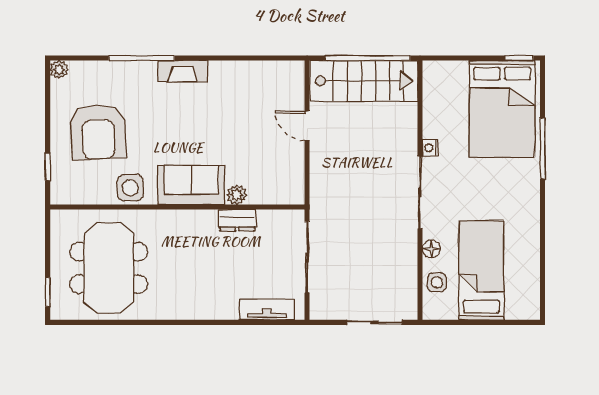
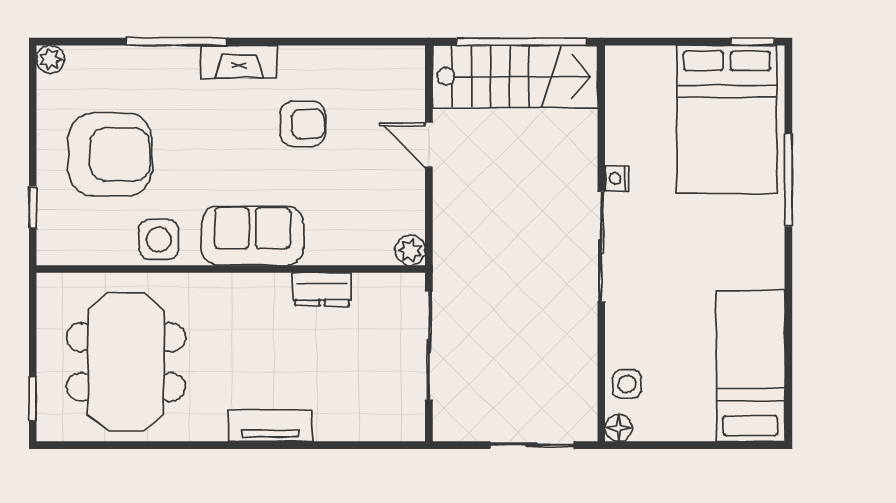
armchair: (224, 112) -> (303, 124), added
armchair: (98, 132) -> (110, 154), turned -87
plant: (237, 195) -> (410, 250), moved
floor lamp: (431, 249) -> (619, 428), moved
bed: (481, 270) -> (751, 366), moved
tv unit: (267, 309) -> (270, 426), moved

